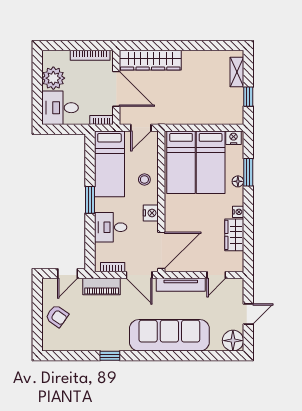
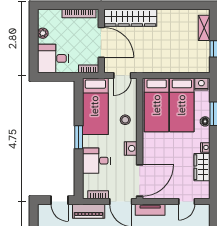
plant: (53, 78) -> (43, 33), width x0.53, depth x0.53
door: (68, 274) -> (60, 200), hinge flipped
tv unit: (181, 285) -> (150, 210), width x0.71

